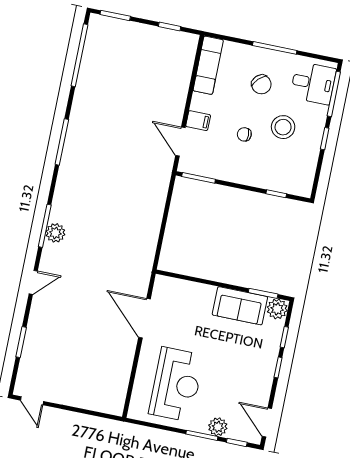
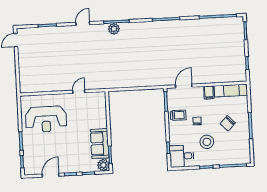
desk: (313, 83) -> (182, 156), moved, turned 90
filing cabinet: (198, 121) -> (209, 92), moved
trolley: (226, 163) -> (178, 115), added
door: (33, 282) -> (83, 23), swing flipped
door: (144, 318) -> (79, 92), width x0.53
door: (267, 422) -> (51, 175), moved
plant: (218, 427) -> (28, 149), removed

